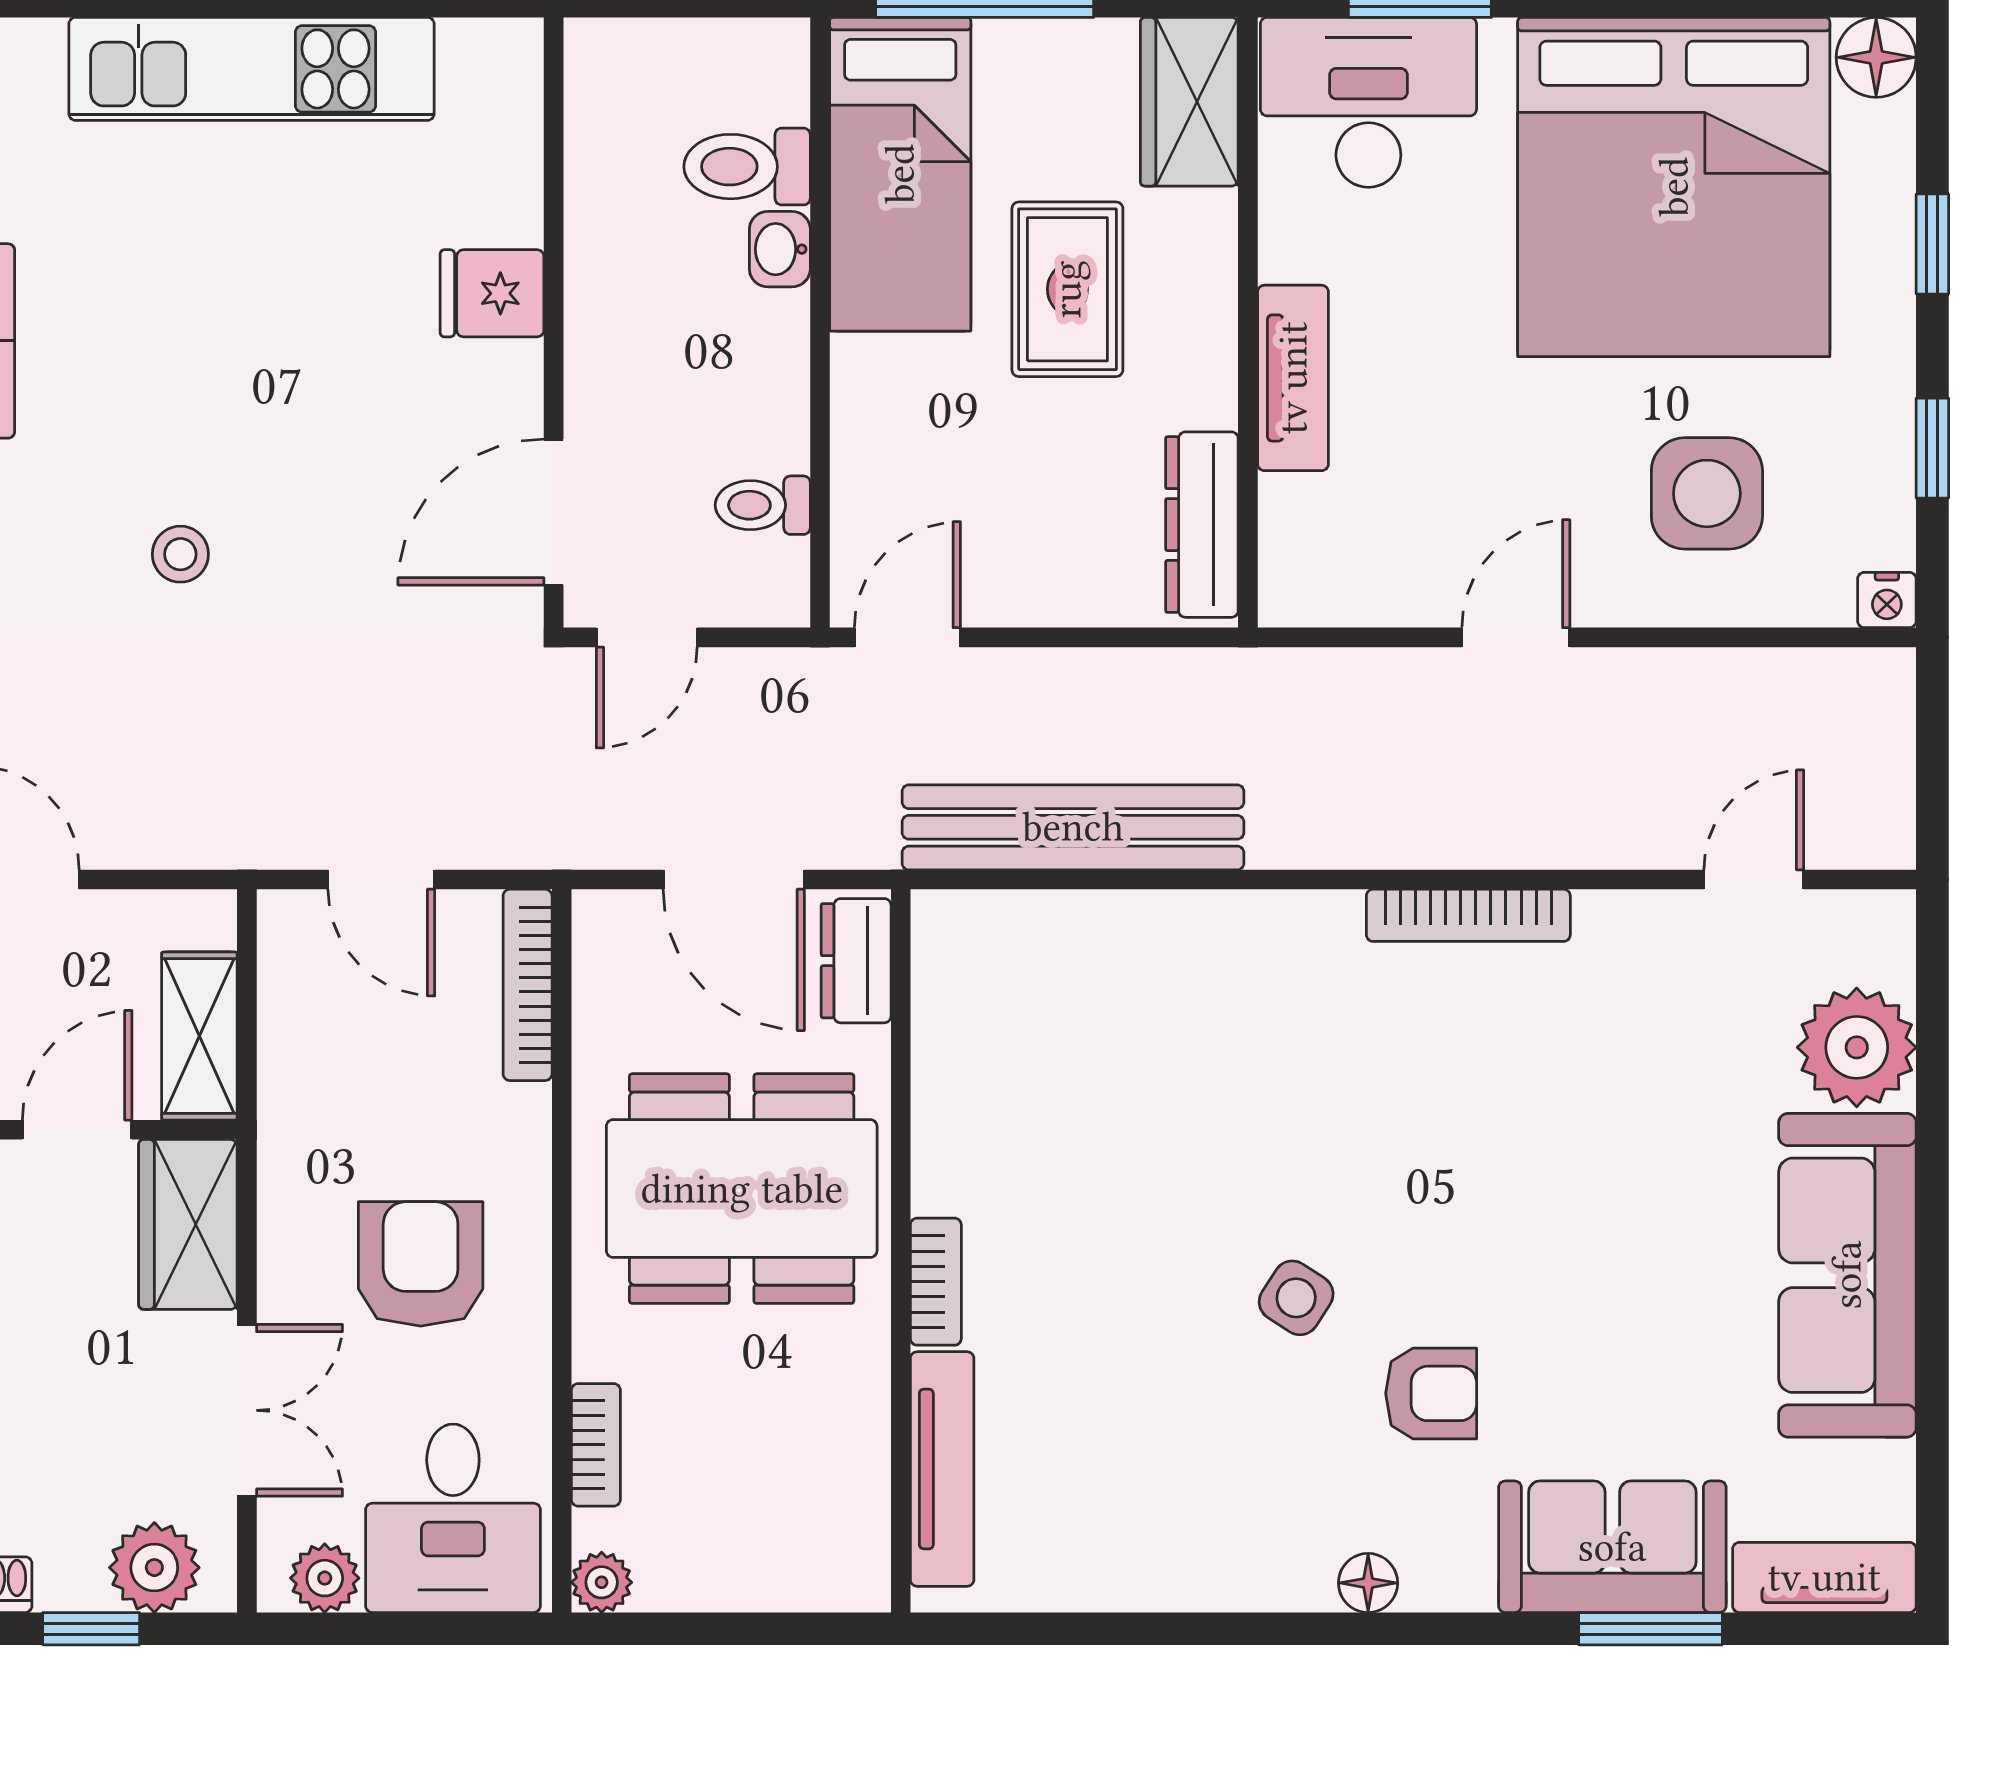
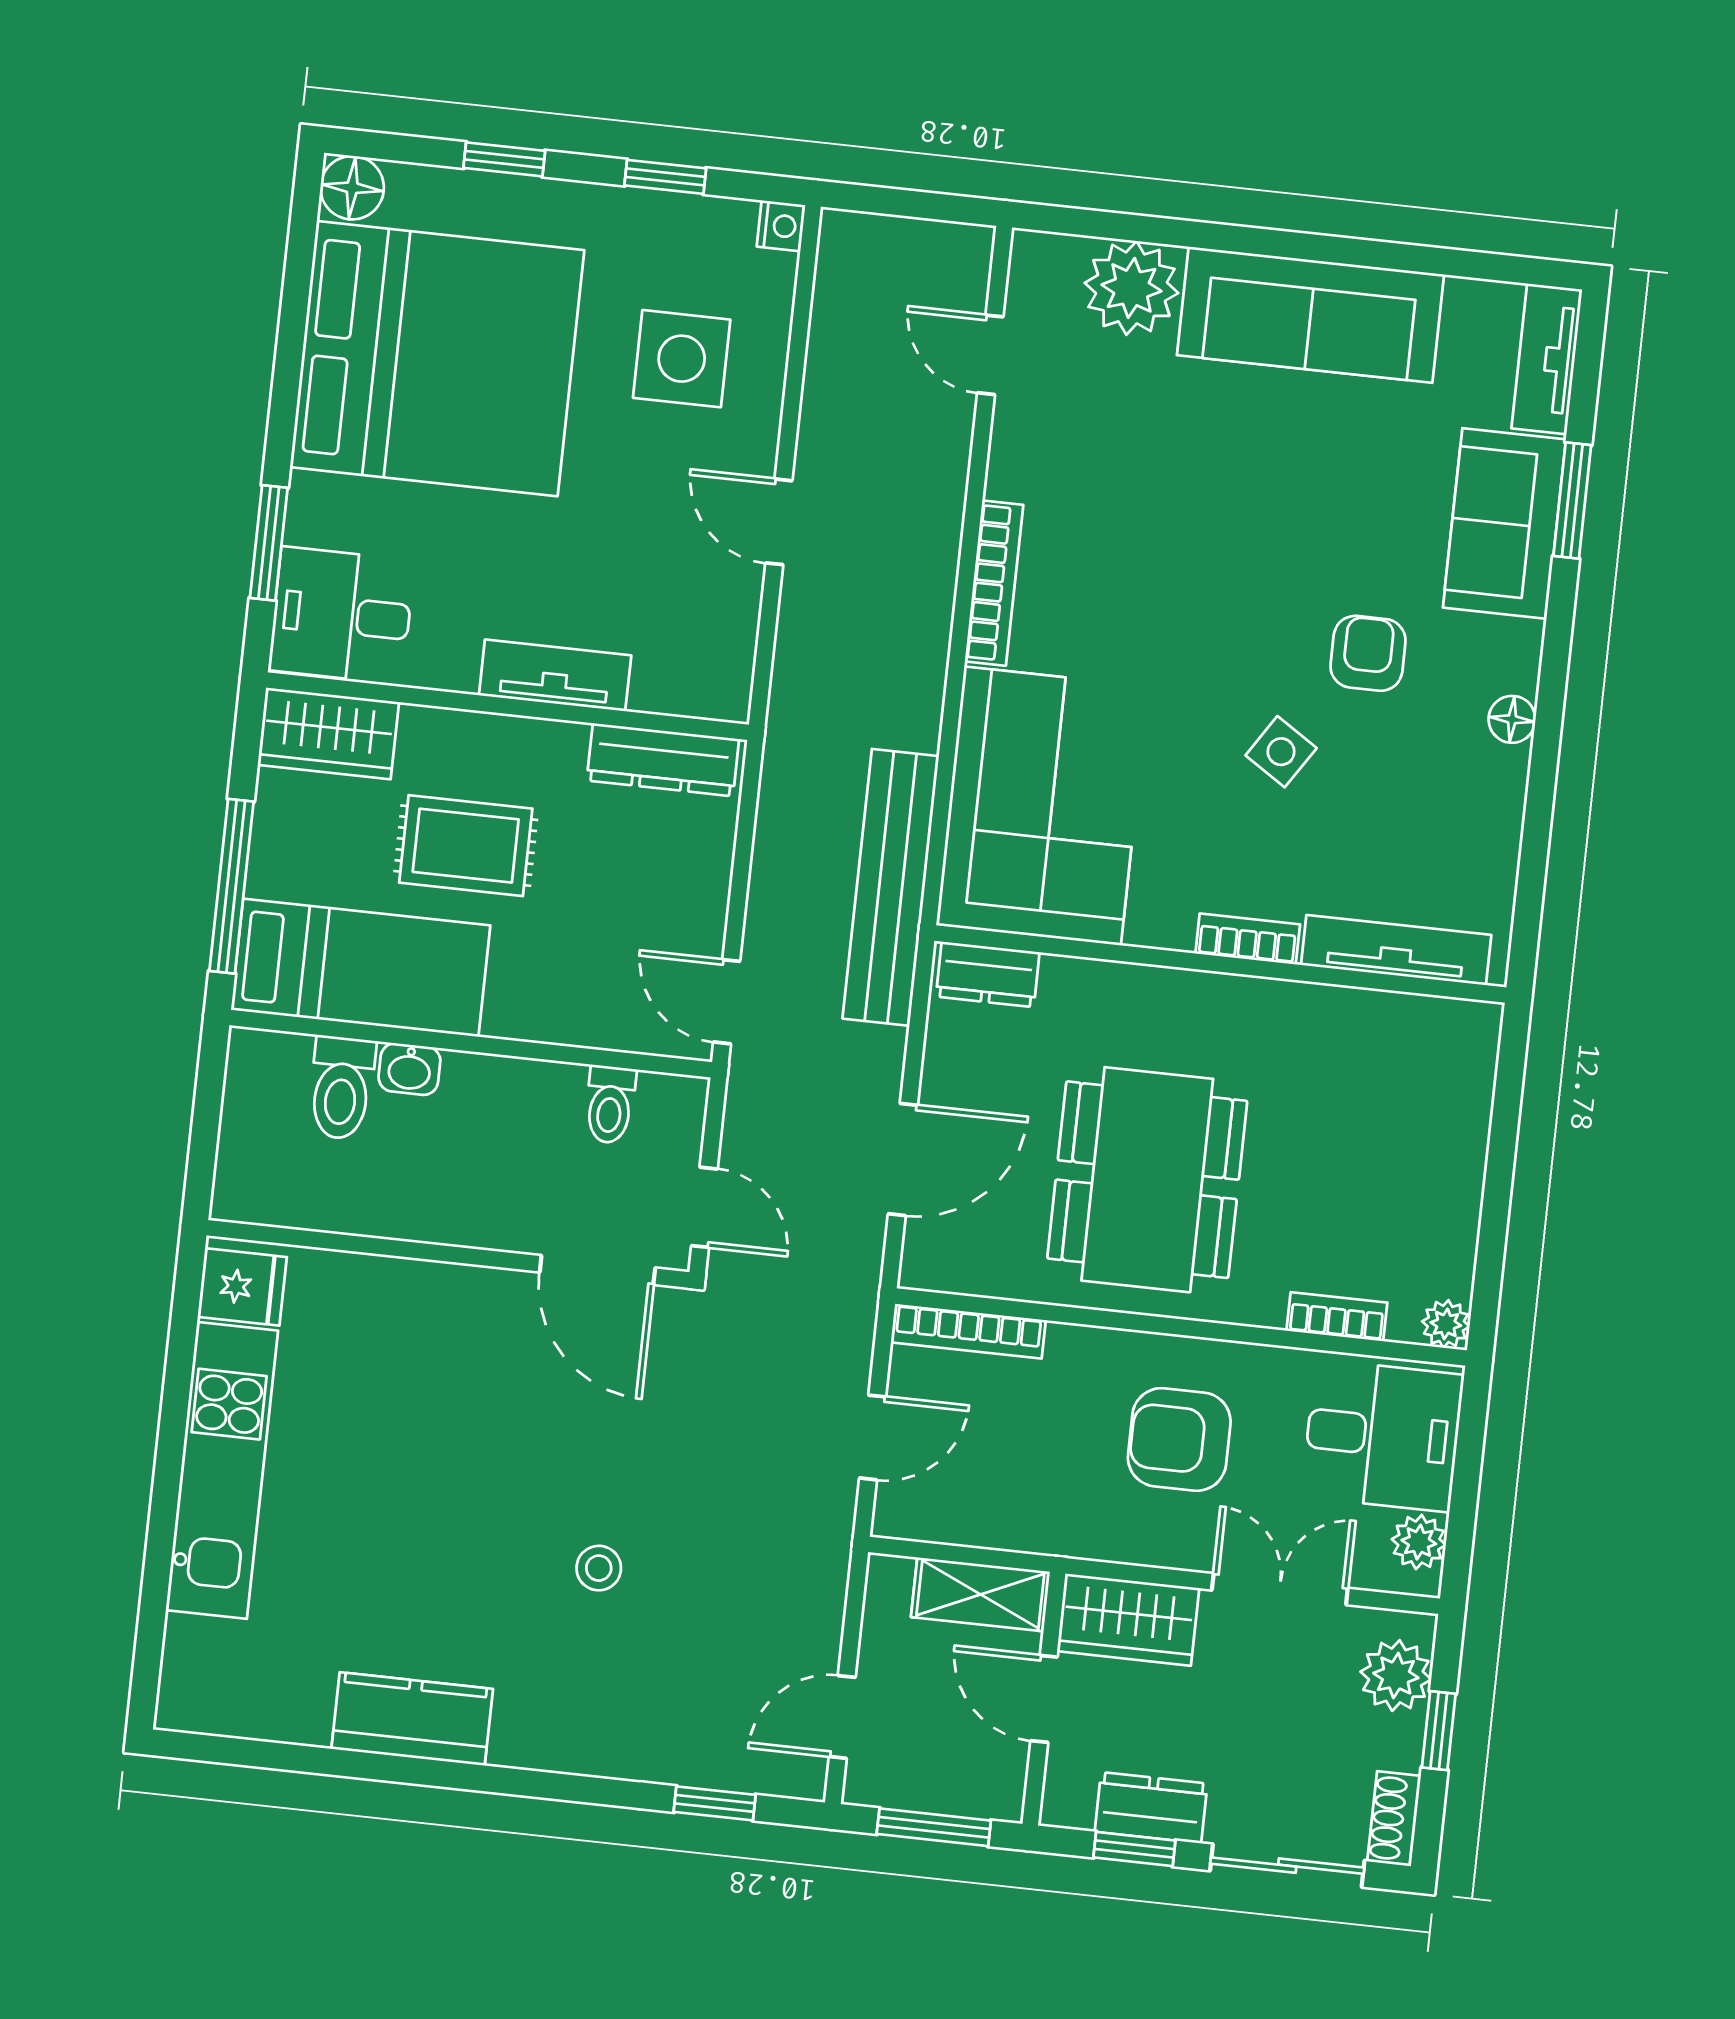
desk: (1368, 102) -> (342, 615), width x0.73
fridge: (492, 293) -> (242, 1287), moved, turned -90
dresser: (856, 961) -> (988, 974), moved
corner sofa: (1196, 1006) -> (1042, 806), added
wall: (901, 1251) -> (1220, 964), moved
bookcase: (936, 1282) -> (1248, 939), moved
tv unit: (942, 1469) -> (1396, 950), moved

